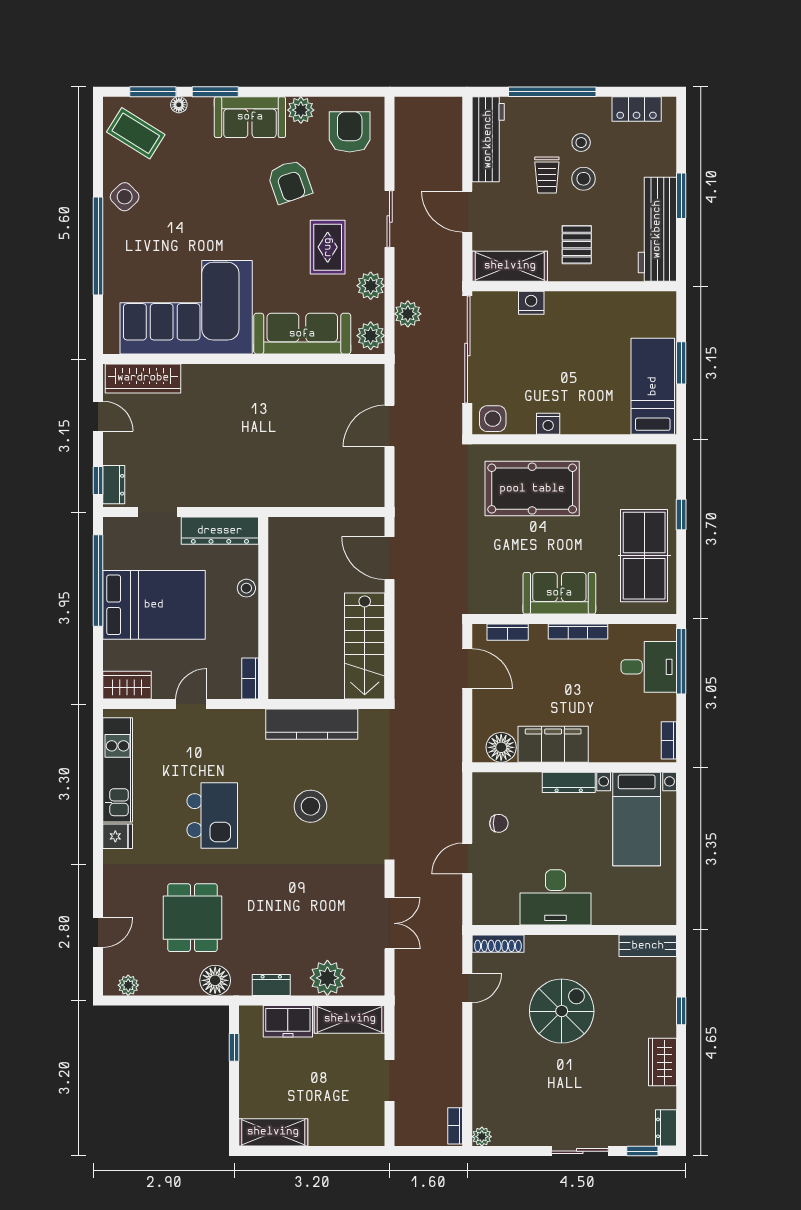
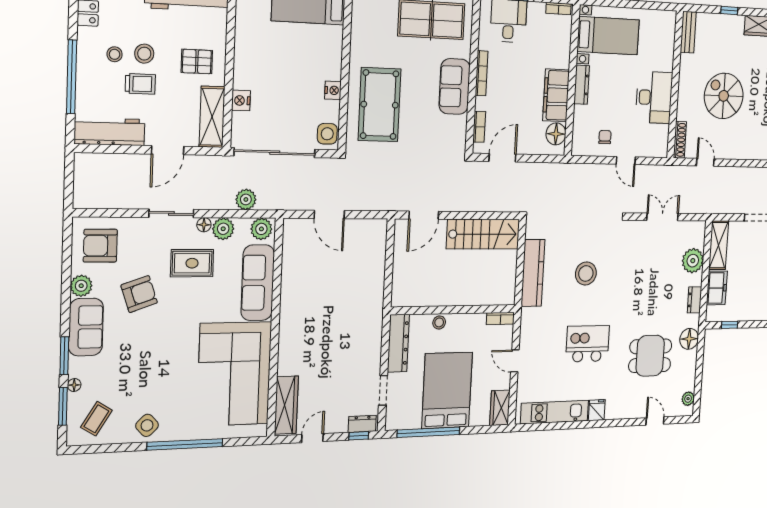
coffee table: (136, 133) -> (96, 419), width x0.73, depth x0.77
floor lamp: (376, 261) -> (204, 225), added

